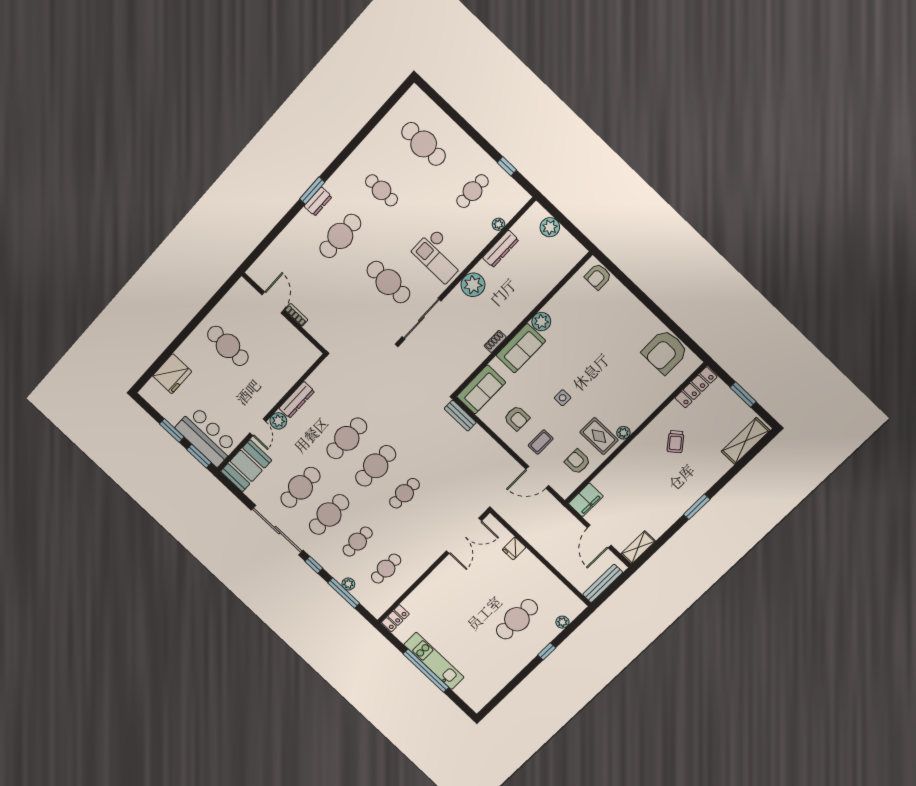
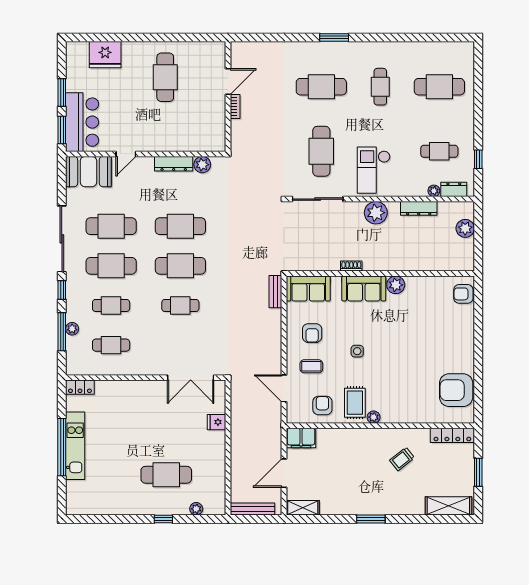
cafe table: (424, 144) -> (439, 87), turned 90
dresser: (318, 201) -> (454, 189), moved, turned 180
plant: (278, 421) -> (202, 165), moved

